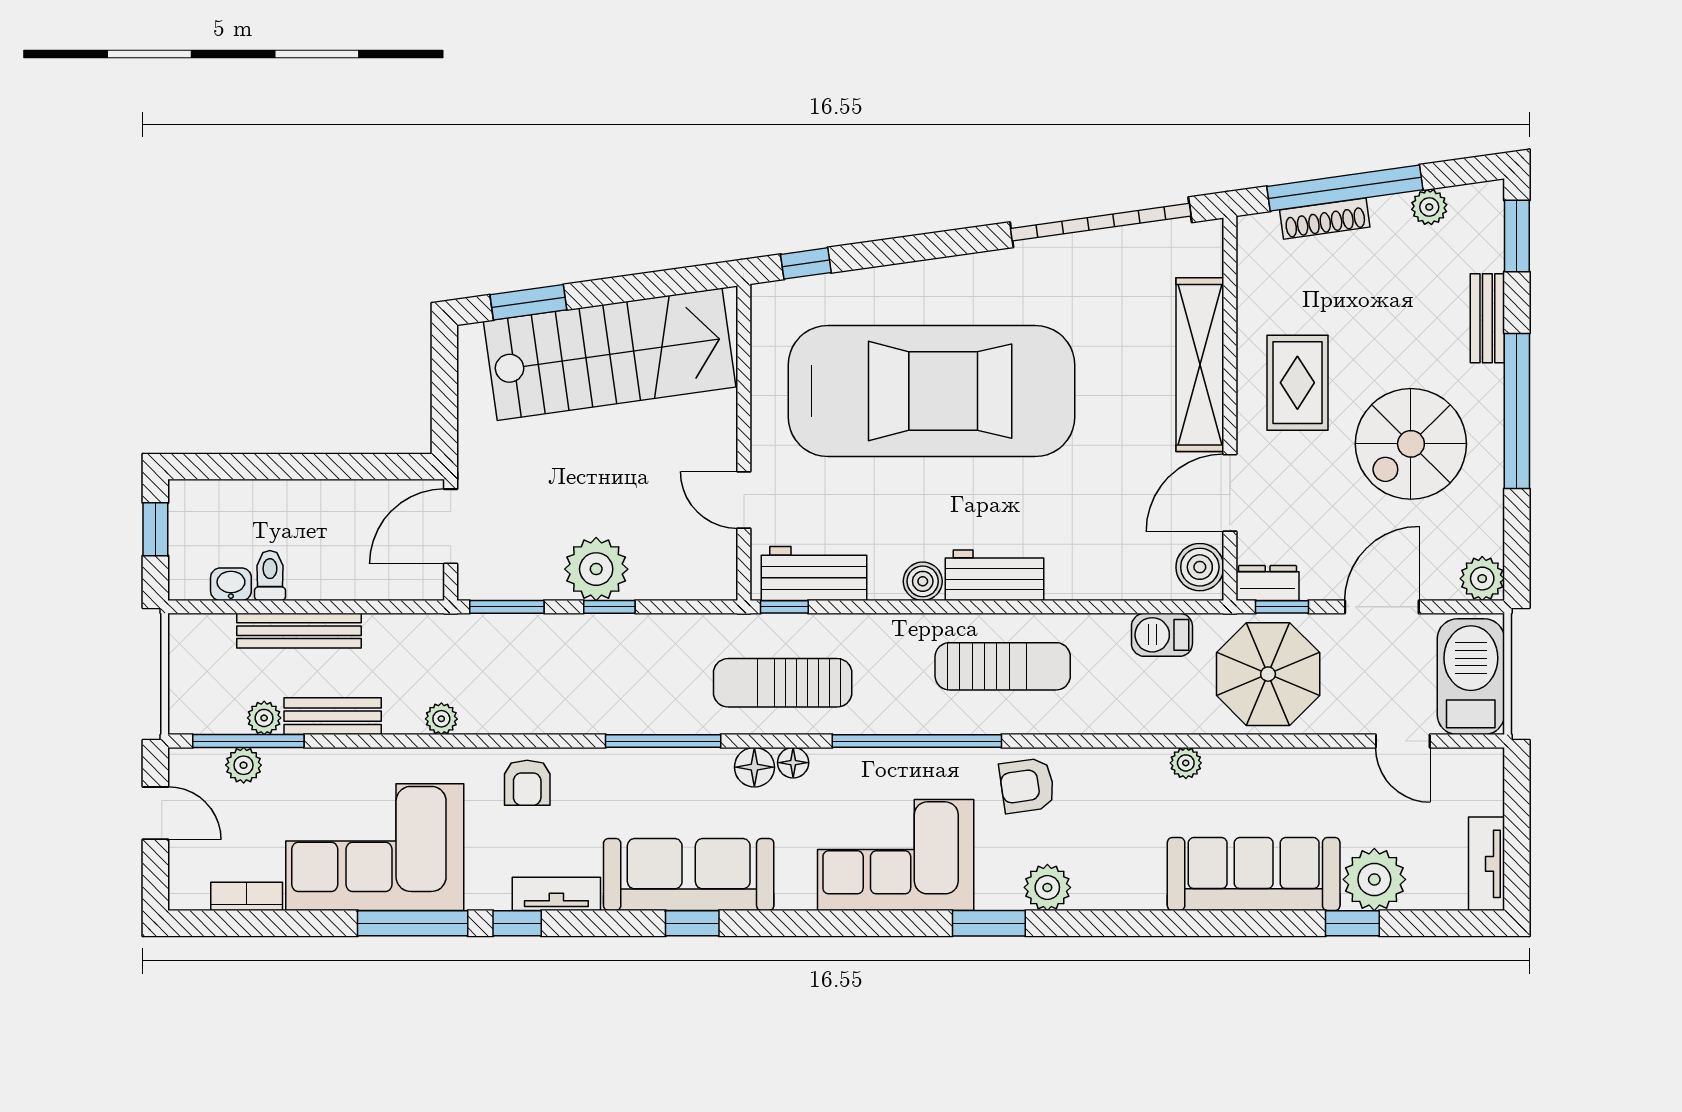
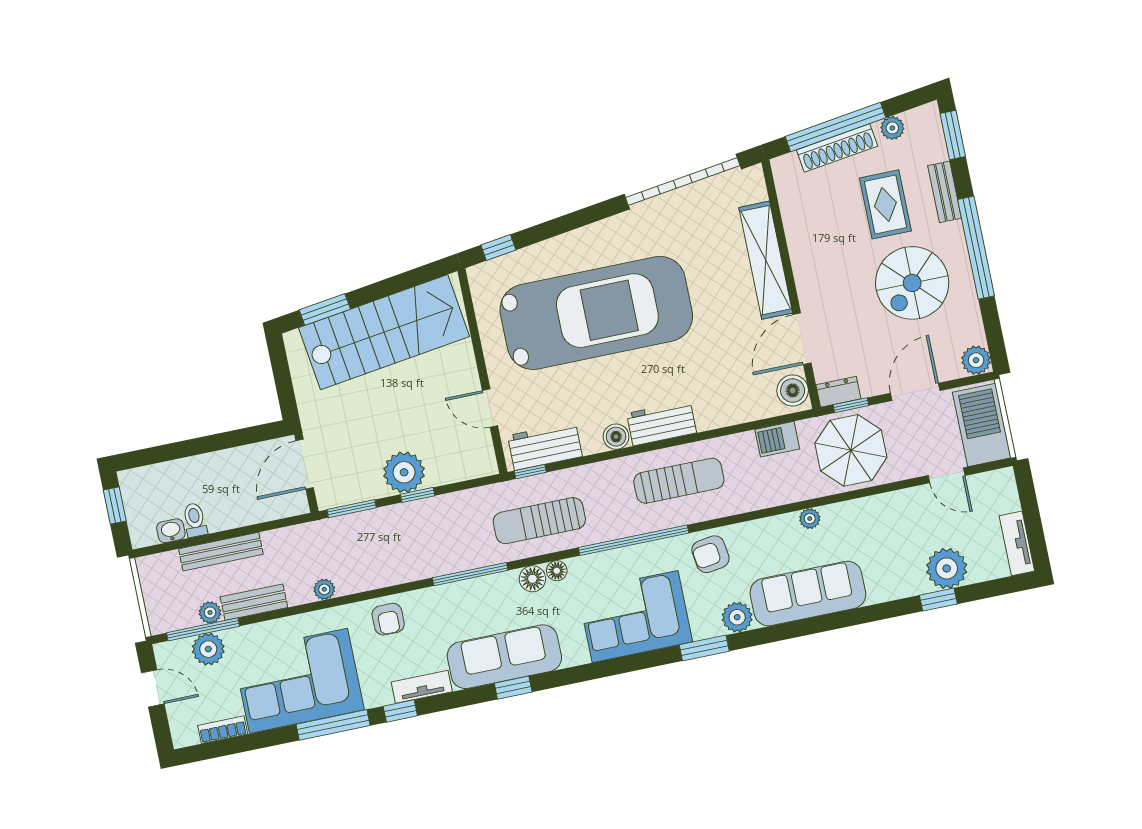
shoe rack: (1325, 219) -> (837, 148), width x1.36, depth x1.24
rug: (1297, 383) -> (885, 204), moved
plant: (244, 765) -> (208, 649), width x1.38, depth x1.38
sofa: (1254, 874) -> (808, 594), moved

